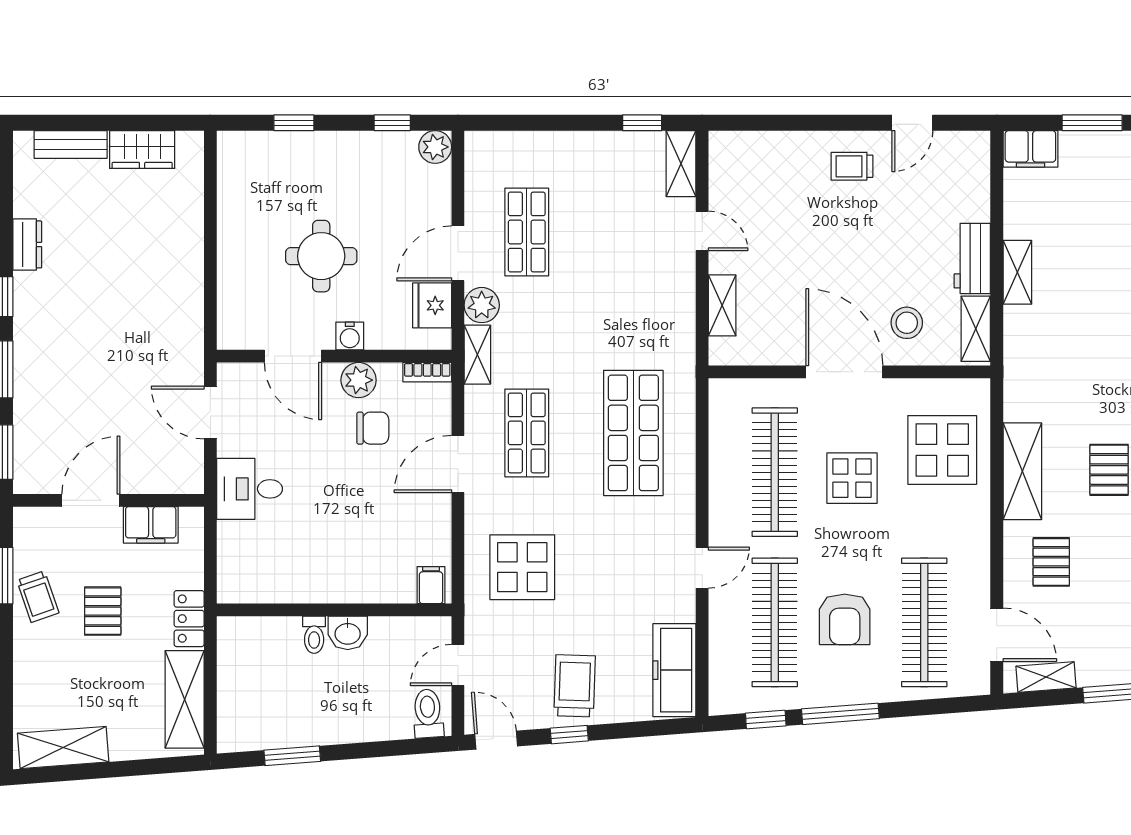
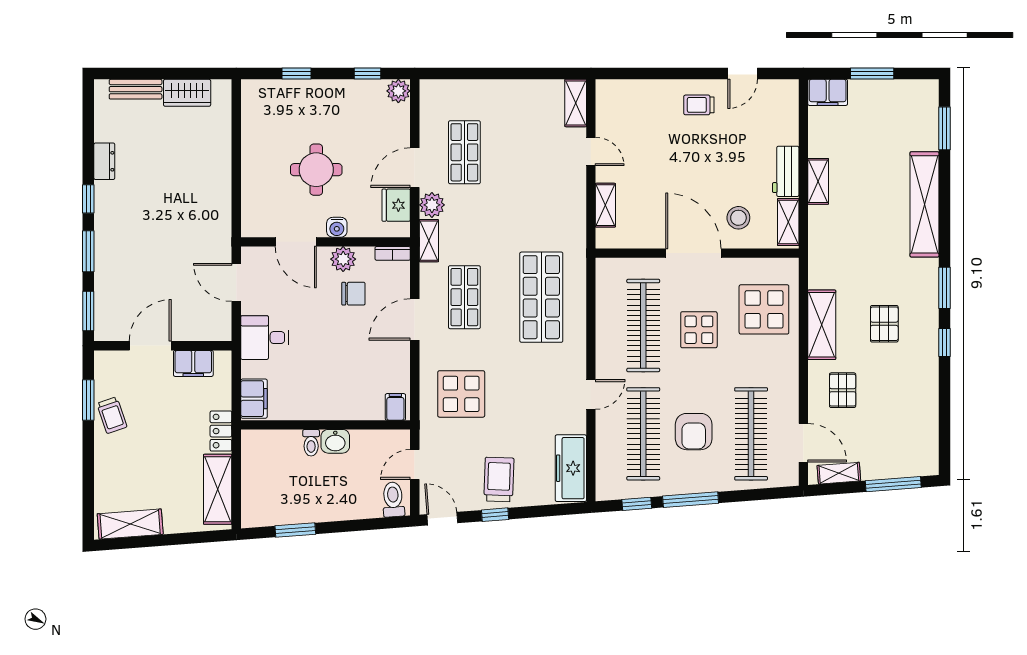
window: (642, 123) -> (548, 74), removed
filing cabinet: (235, 574) -> (254, 399), added
pallet: (103, 611) -> (159, 426), removed

